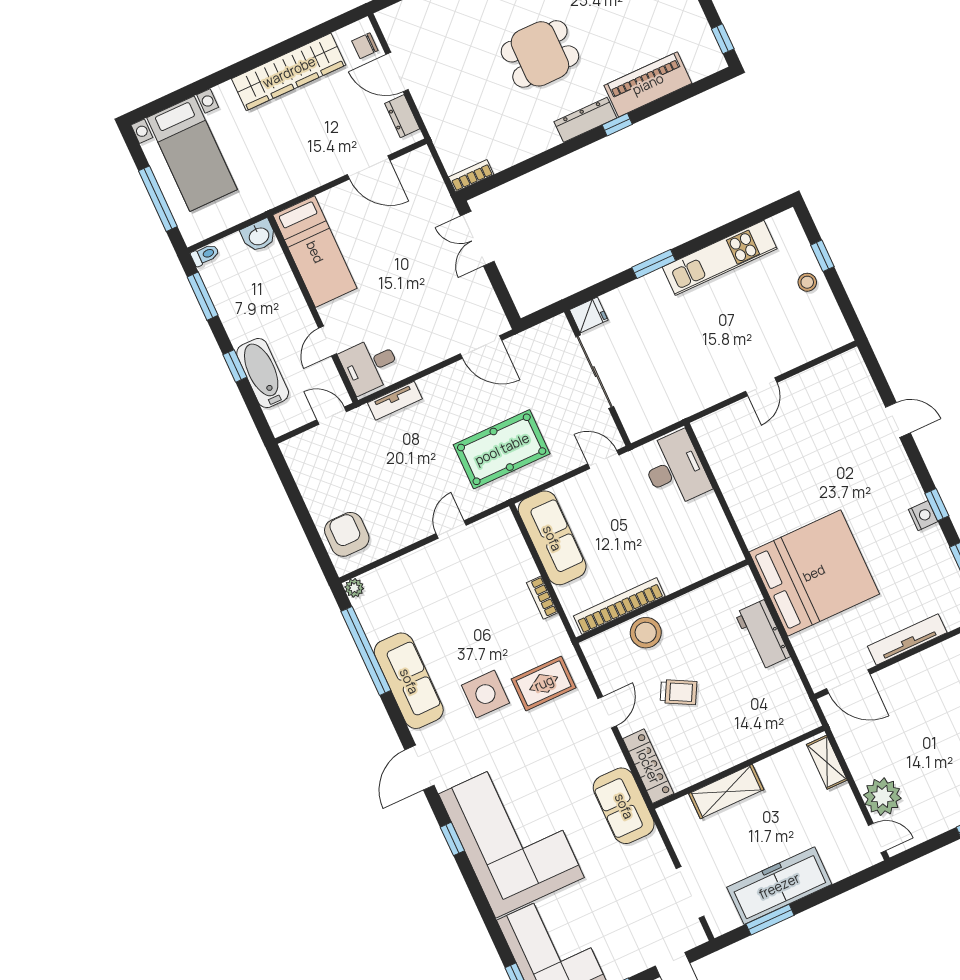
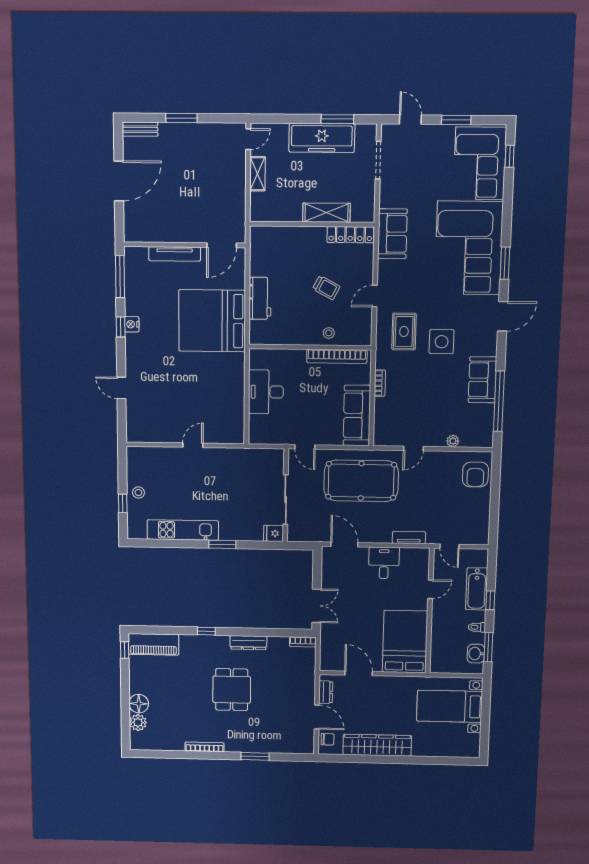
dining table: (540, 54) -> (232, 690), turned 90
piano: (648, 84) -> (153, 644), moved
dresser: (585, 120) -> (248, 643), moved
bed with nightstands: (192, 154) -> (449, 706), moved, turned -90
window: (158, 199) -> (486, 712), removed
washbasin: (259, 236) -> (476, 654), moved, turned -90
bed: (315, 252) -> (405, 642), width x1.50
toilet: (205, 255) -> (477, 627), moved
desk: (370, 365) -> (384, 563), moved, turned -90
pool table: (502, 449) -> (361, 481), width x1.36, depth x1.32
desk: (675, 469) -> (266, 392), moved
plant: (354, 588) -> (453, 441), moved
stool: (646, 633) -> (329, 333), width x0.53, depth x0.53
sofa: (409, 681) -> (482, 380), width x0.73
door: (848, 681) -> (222, 245), swing flipped
rug: (544, 683) -> (404, 332), turned 90
trolley: (679, 692) -> (326, 288), turned 180
shelving: (827, 762) -> (257, 174), moved
locker: (648, 766) -> (350, 235), moved, turned -90
plant: (882, 797) -> (233, 164), removed
door: (877, 838) -> (248, 139), swing flipped
window: (452, 839) -> (505, 263), width x1.50

